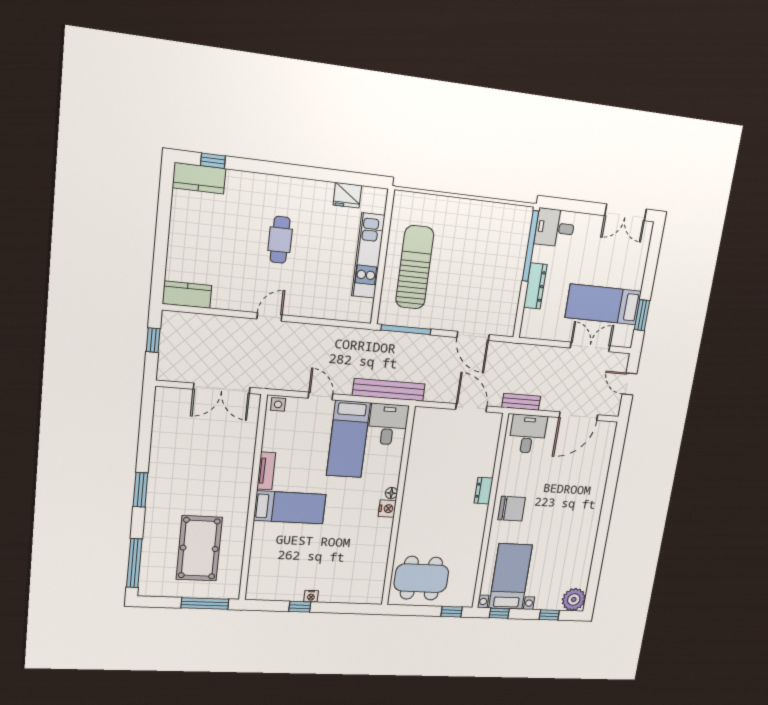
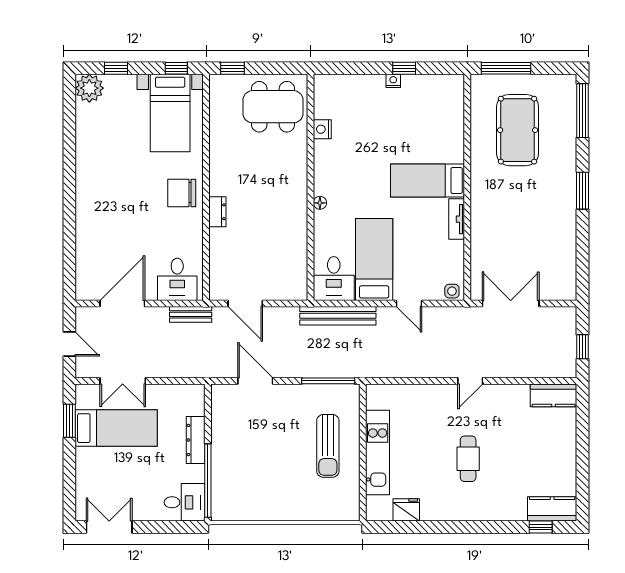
sun lounger: (415, 267) -> (328, 446), width x0.73, depth x0.75
nightstand: (387, 509) -> (322, 129), moved

